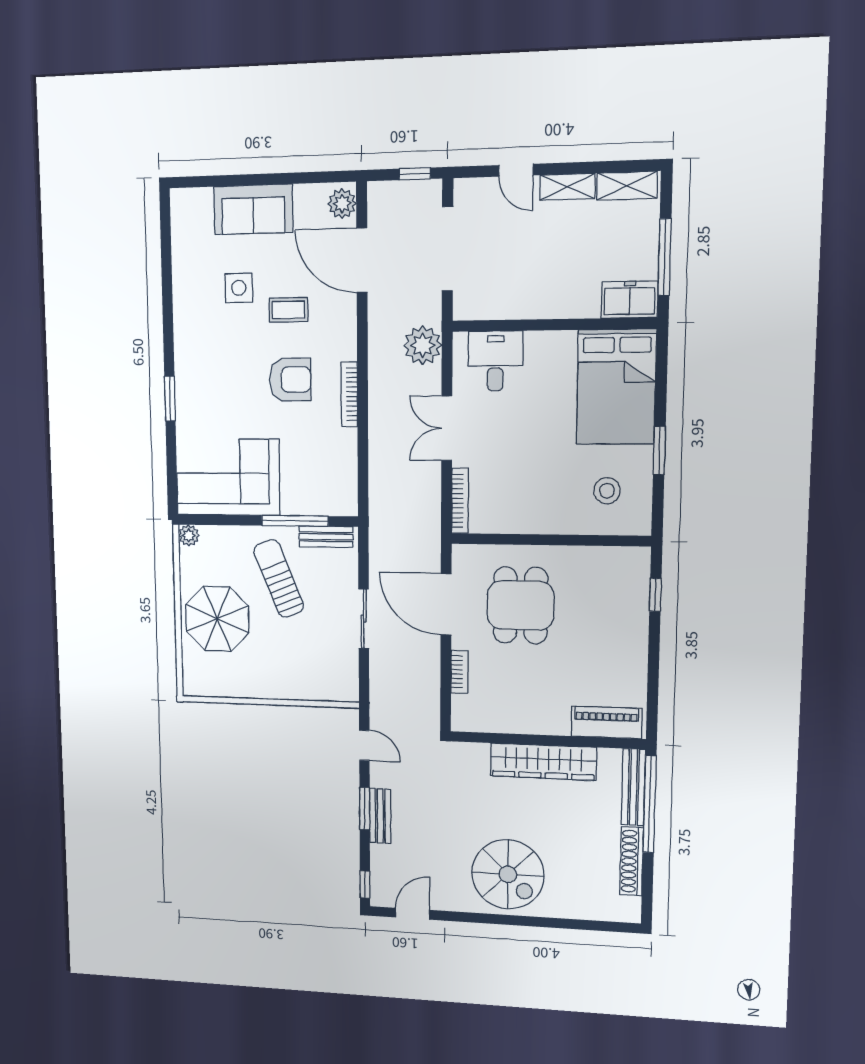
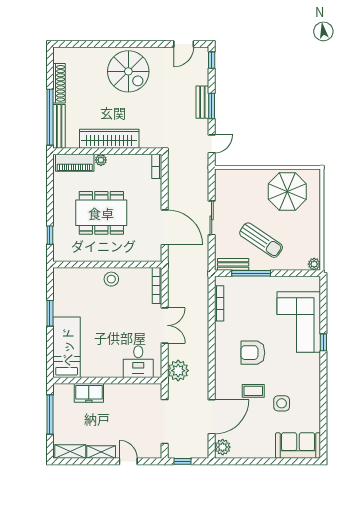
sofa: (253, 209) -> (298, 446), moved
door: (362, 260) -> (212, 417), hinge flipped
freezer: (630, 300) -> (89, 393), moved
bed: (616, 387) -> (67, 347), width x0.67
bookcase: (349, 394) -> (219, 303), moved
window: (170, 399) -> (323, 342), width x0.67
corner sofa: (228, 477) -> (299, 322), moved, turned 90
stool: (607, 491) -> (111, 279), moved
sun lounger: (279, 578) -> (261, 240), turned -34
dining table: (520, 605) -> (101, 213), moved, width x1.38
parasol: (217, 619) -> (287, 192), moved
bookcase: (459, 672) -> (157, 166), moved
plant: (559, 726) -> (101, 160), added
door: (364, 745) -> (212, 144), swing flipped
spiral stairs: (508, 874) -> (128, 71), turned 180

